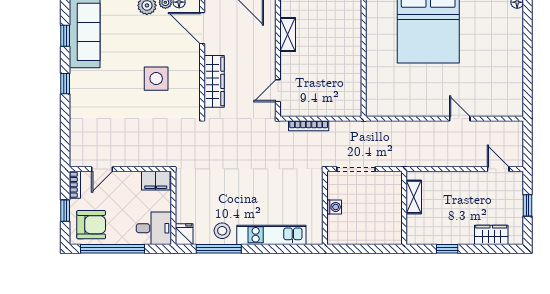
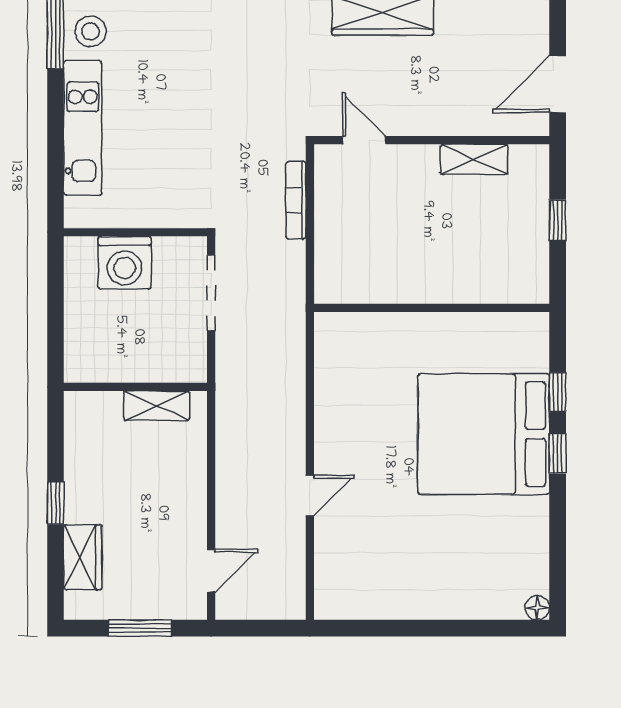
window: (528, 205) -> (140, 628), width x1.50
washing machine: (334, 207) -> (125, 263), width x1.89, depth x1.89
window: (447, 249) -> (56, 503), moved

